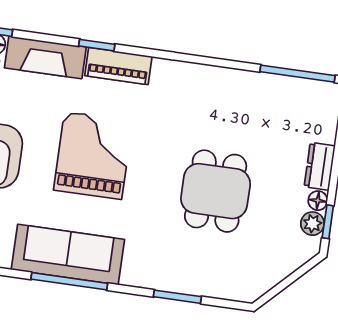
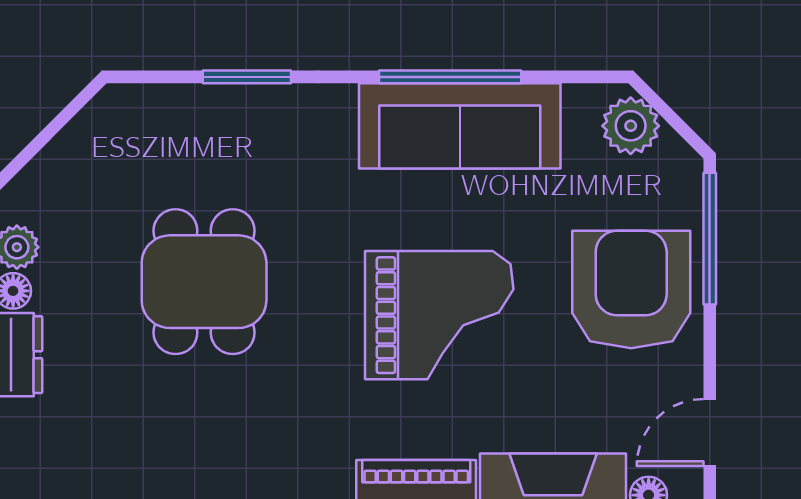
grand piano: (93, 155) -> (439, 315), turned -90

